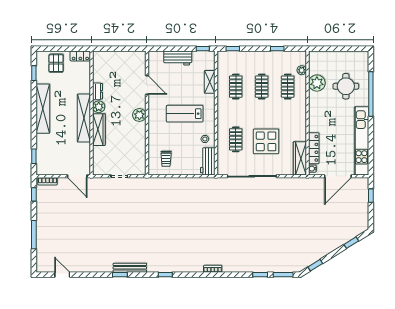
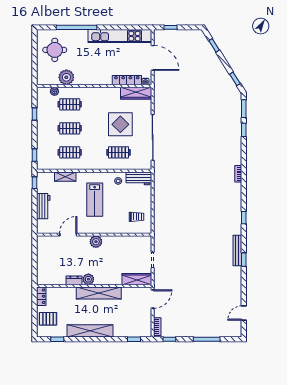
round table: (346, 86) -> (55, 50), moved
wardrobe: (99, 130) -> (137, 279), moved

